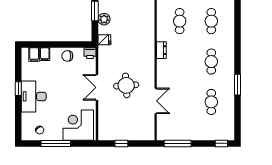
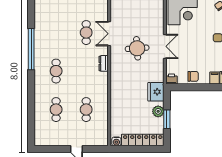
fridge: (104, 40) -> (156, 92), width x1.88, depth x1.34
dresser: (161, 50) -> (104, 63), moved
window: (238, 85) -> (31, 49), width x2.11
cafe table: (211, 102) -> (86, 33), moved

